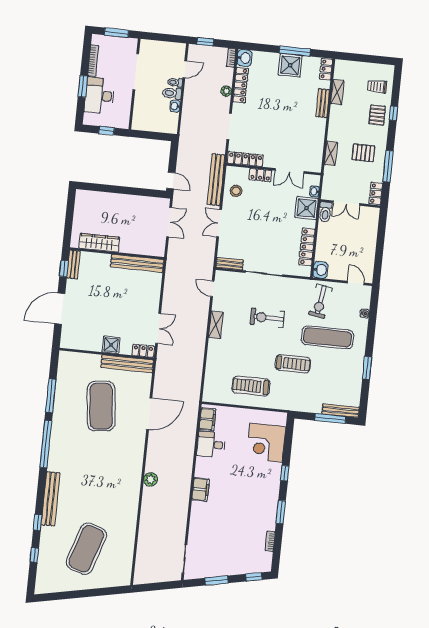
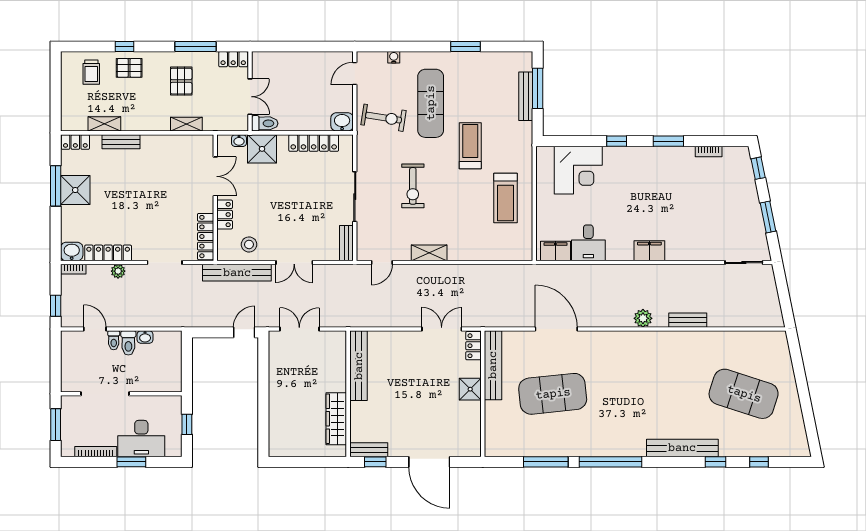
bench: (341, 411) -> (526, 96), moved
bench: (146, 513) -> (688, 320), added

